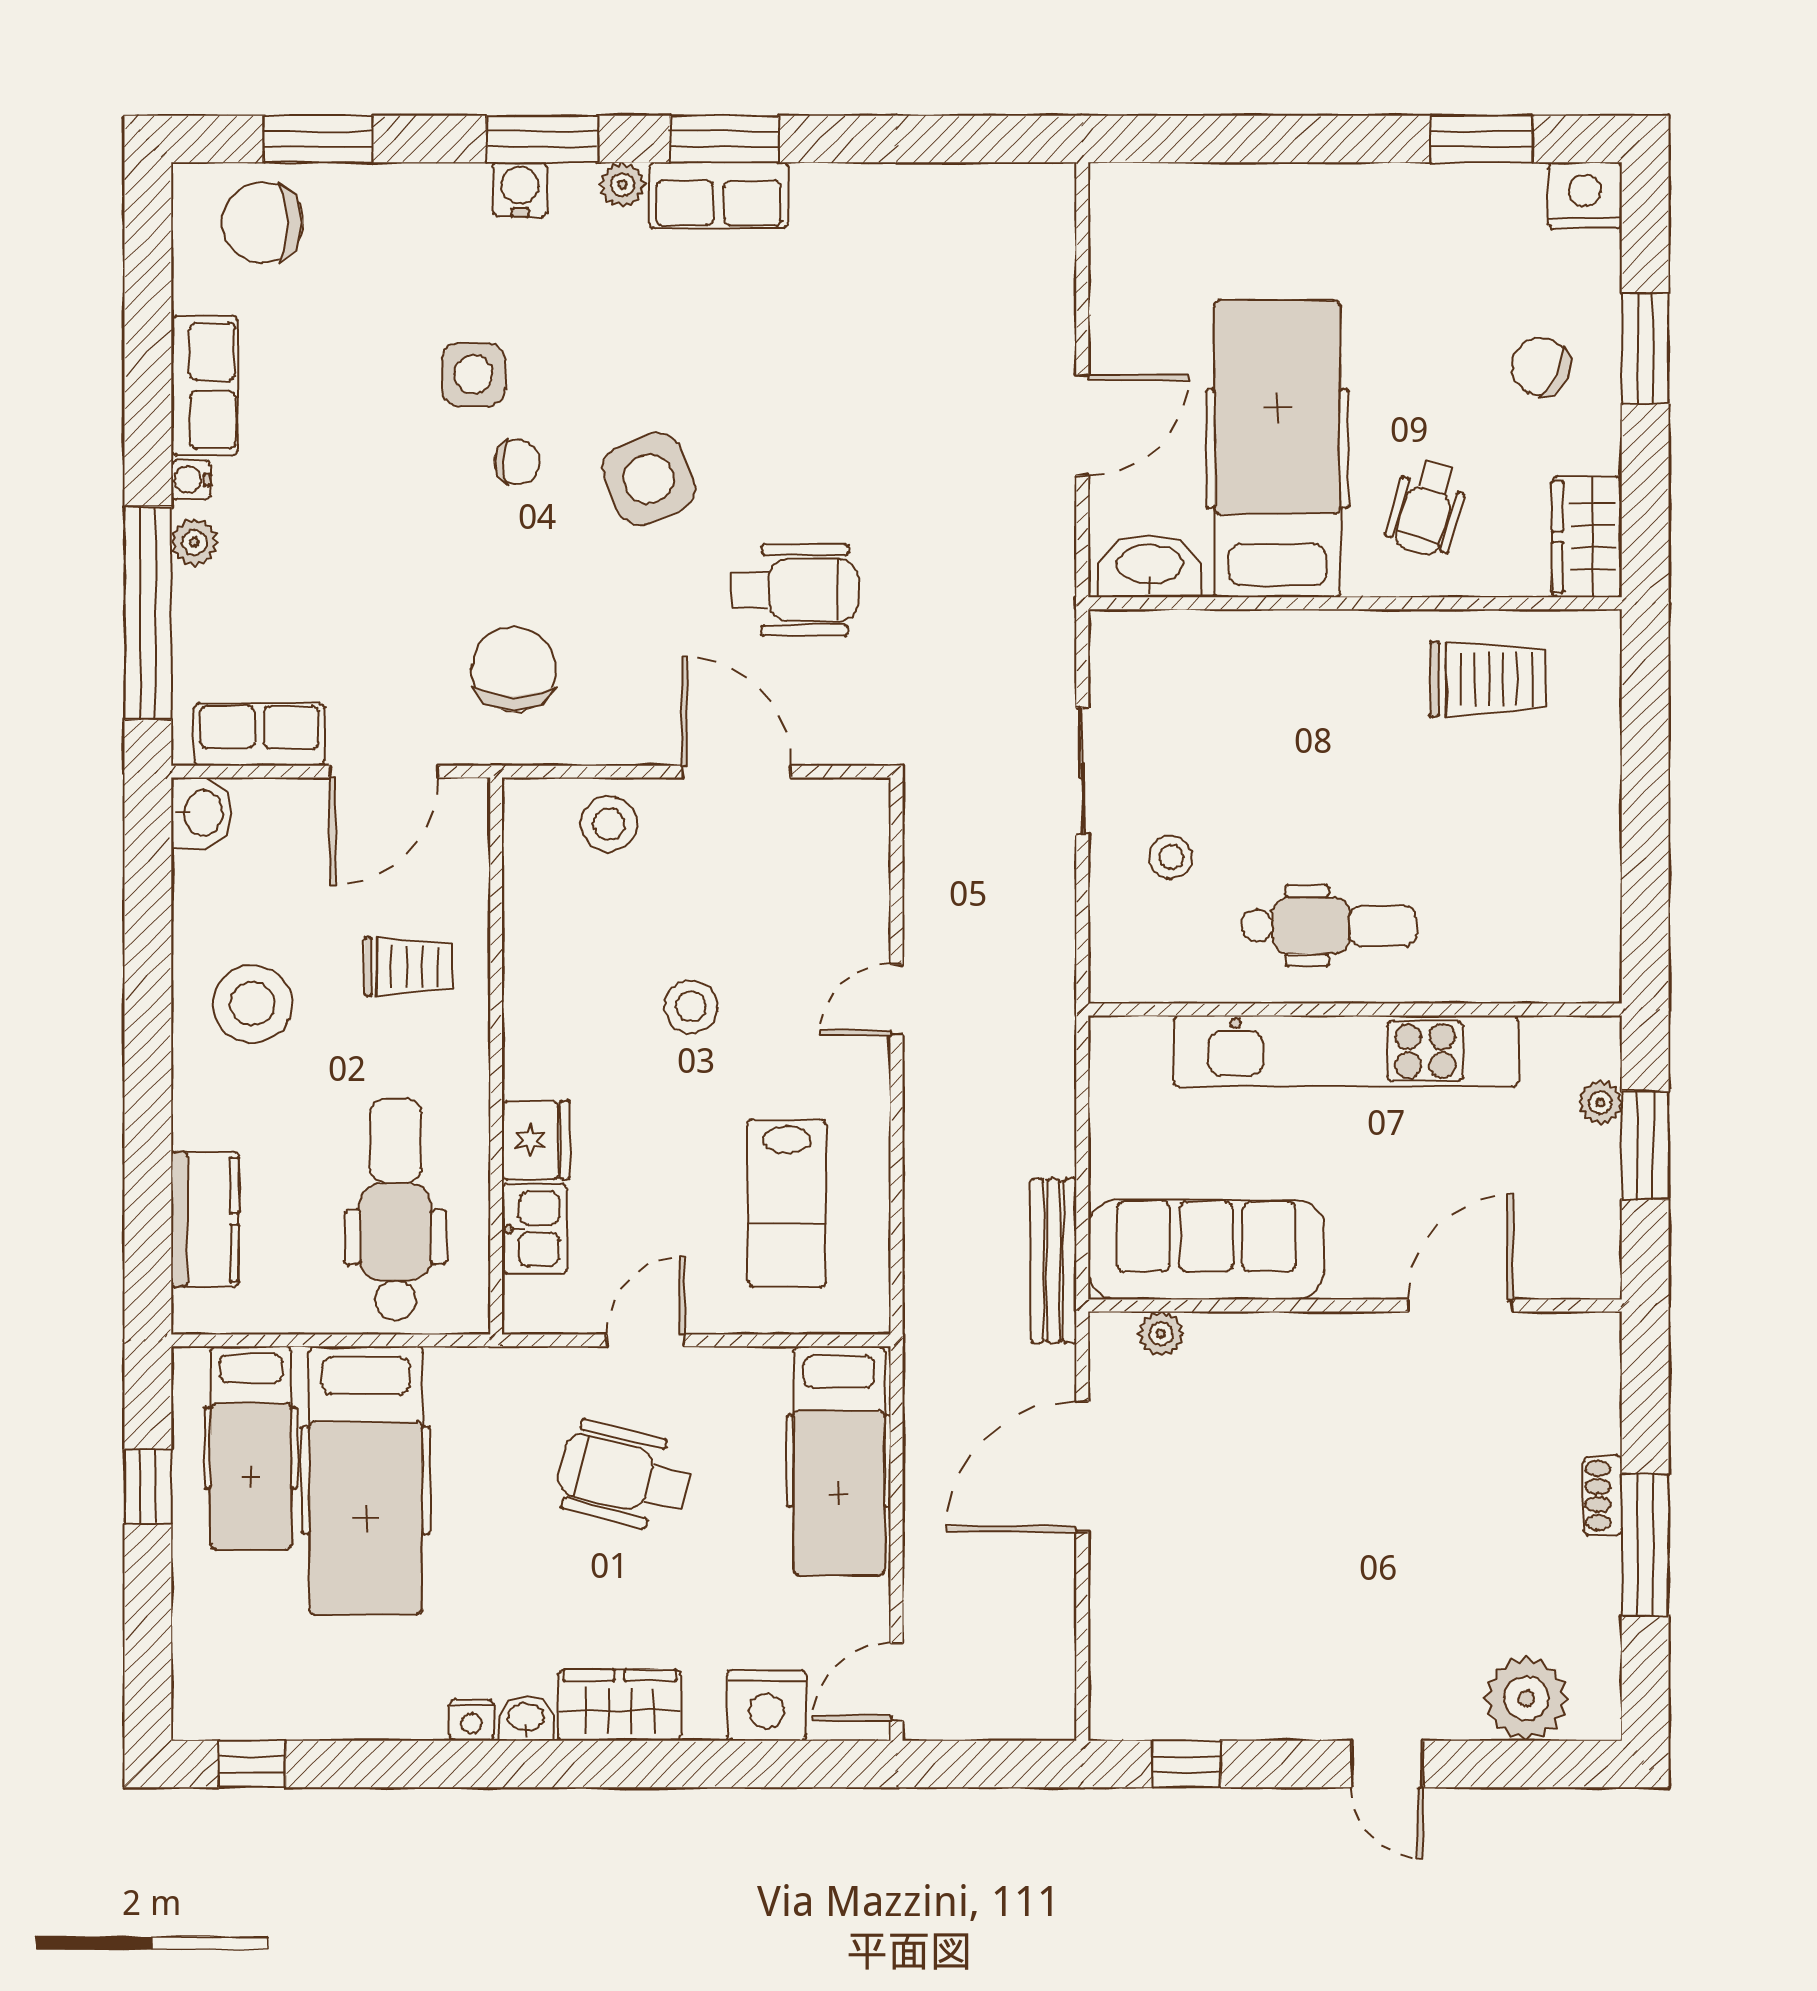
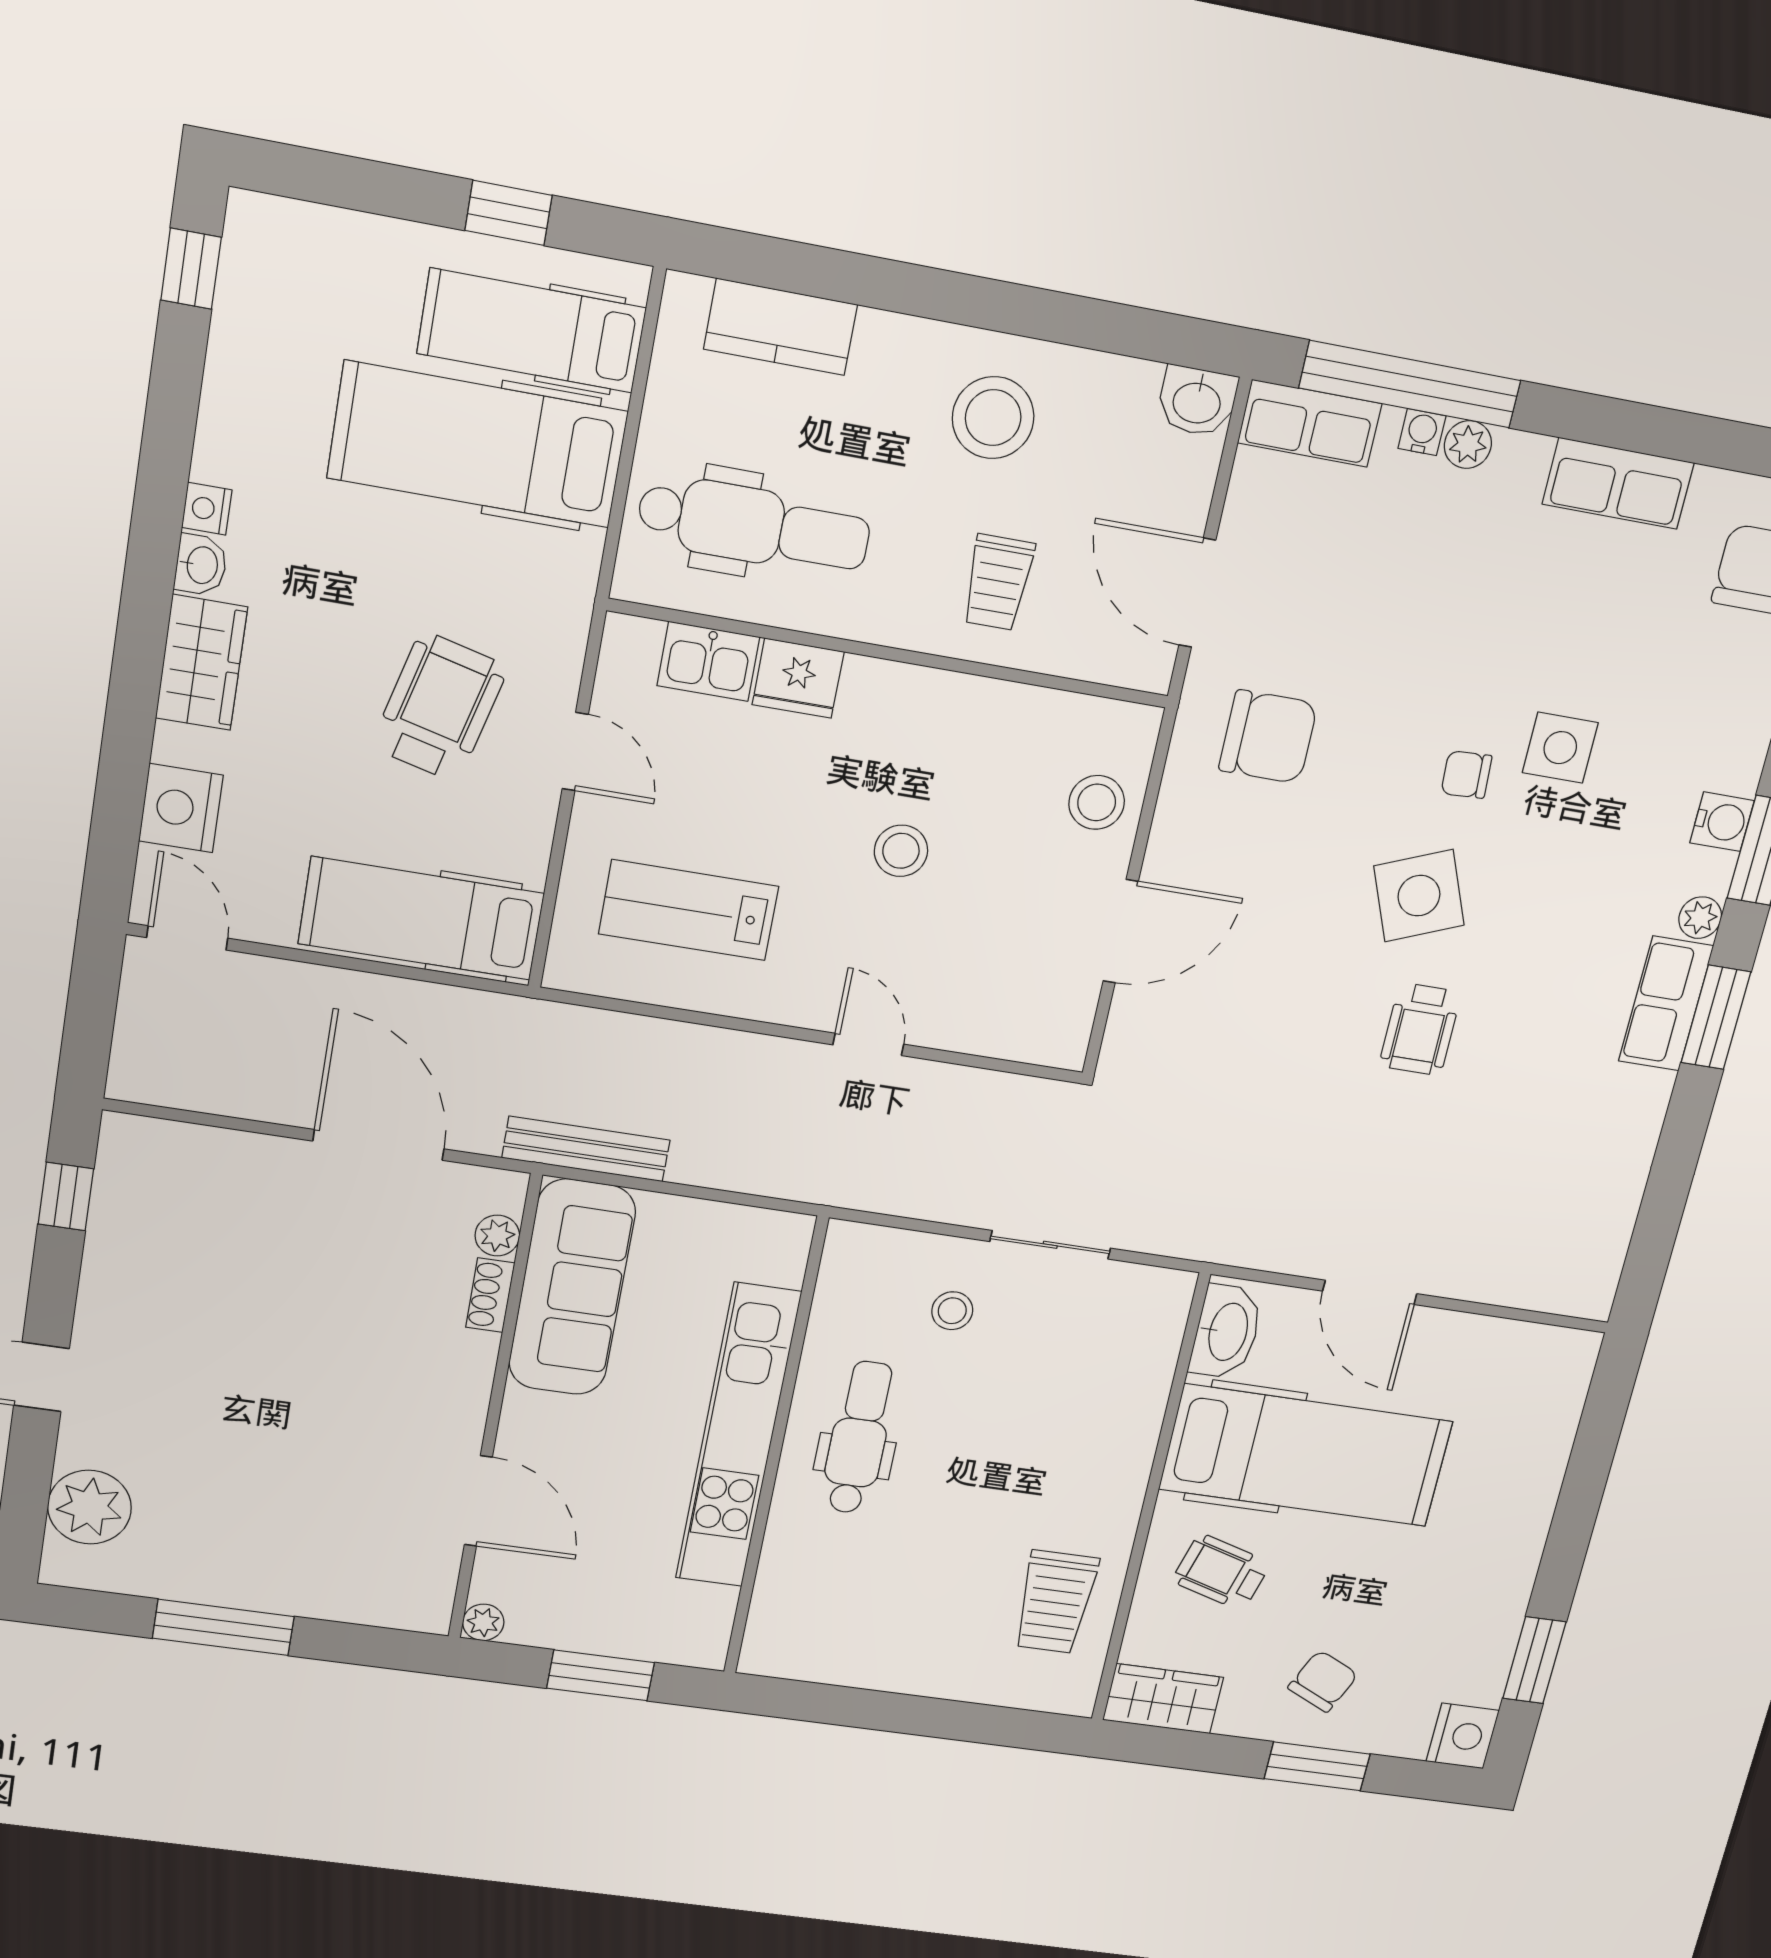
chair: (517, 462) -> (1466, 775), turned 87
water cooler: (191, 480) -> (1422, 432), moved
wheelchair: (794, 590) -> (1420, 1029), moved, width x0.73, depth x0.73
row of seats: (259, 735) -> (1310, 423), moved, turned 90
dental chair: (1329, 925) -> (859, 1438), turned 180
plant: (1600, 1102) -> (483, 1622), moved
shoe rack: (1603, 1496) -> (490, 1295), moved, turned -90

